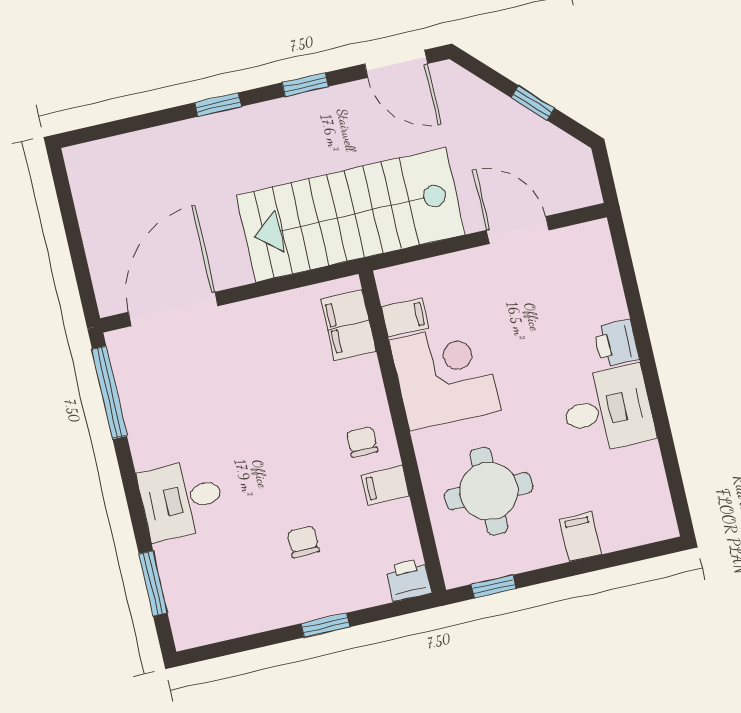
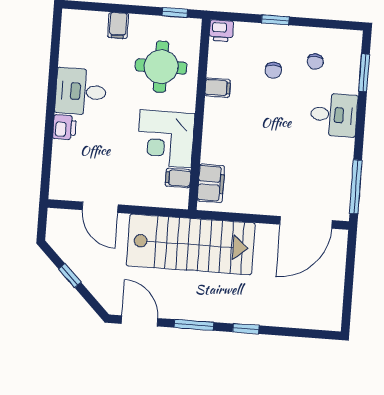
window: (305, 85) -> (194, 325), width x1.50
chair: (362, 442) -> (315, 62), moved

